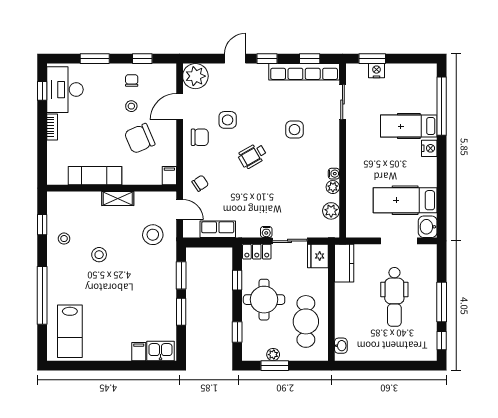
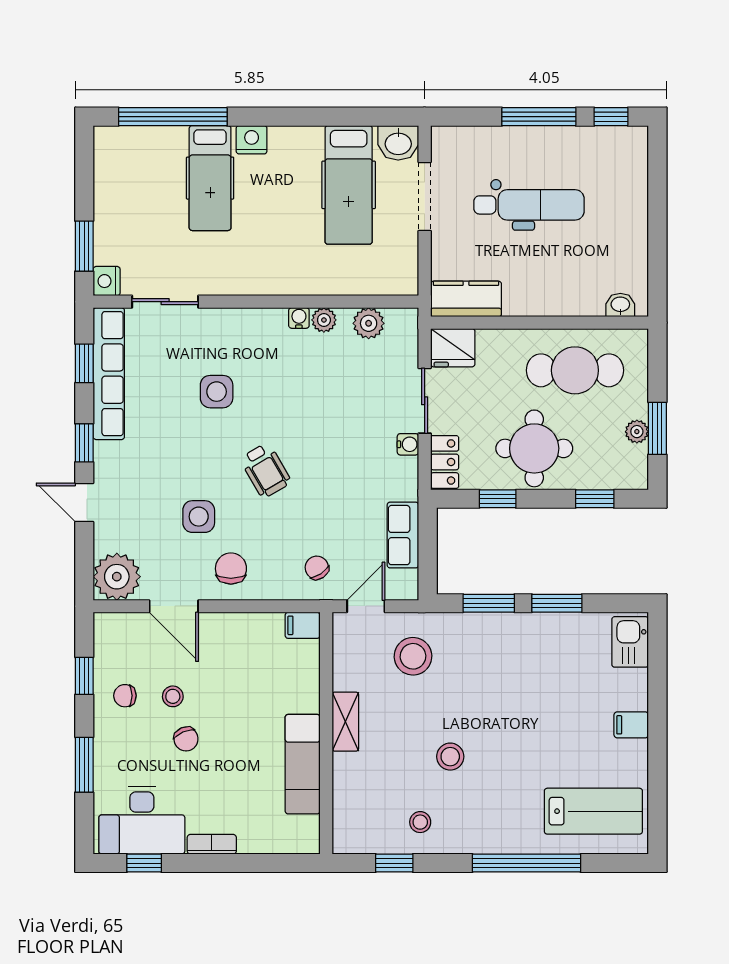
nightstand: (377, 71) -> (107, 281), moved
chair: (140, 138) -> (186, 739), moved, width x0.54, depth x0.54
filing cabinet: (139, 352) -> (631, 725), moved

